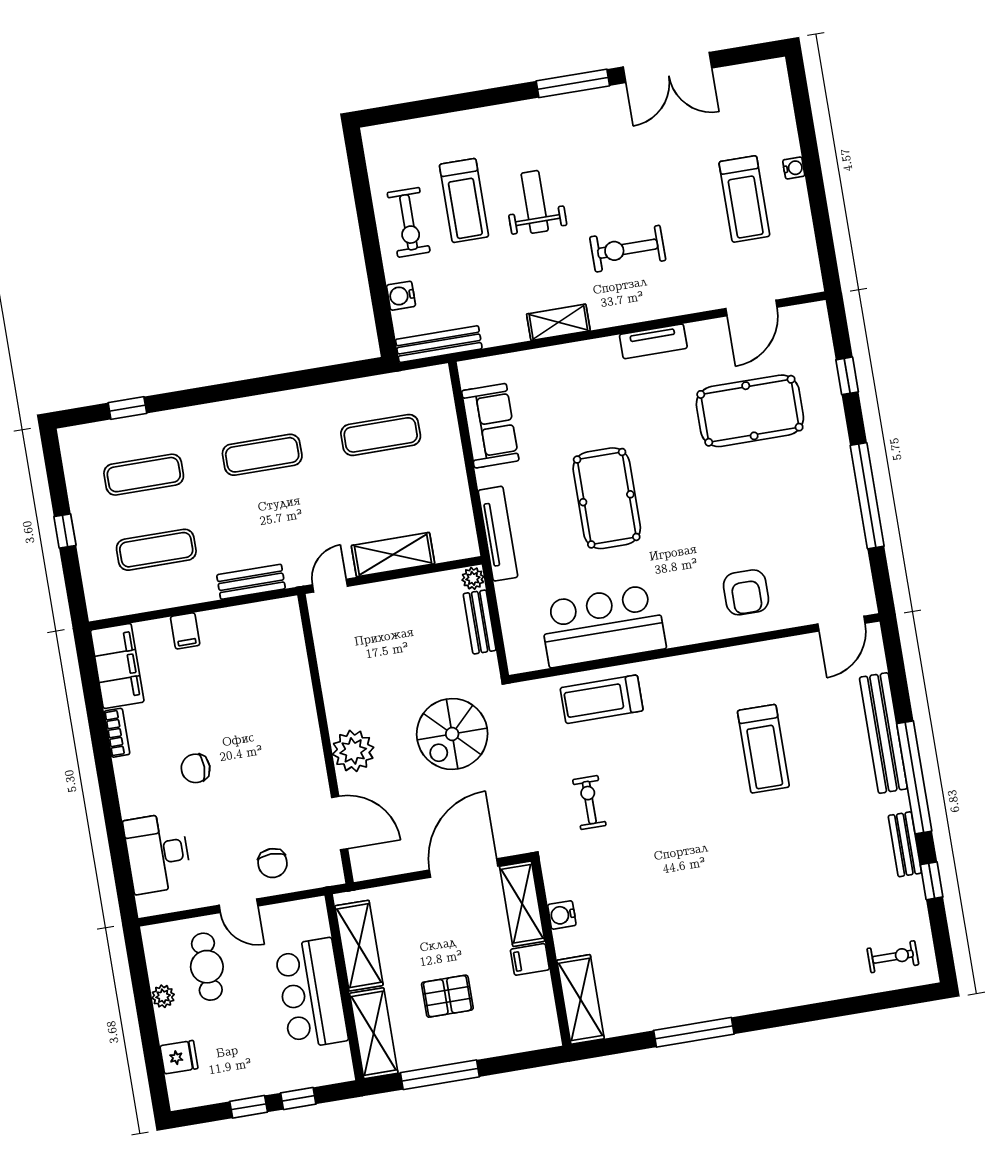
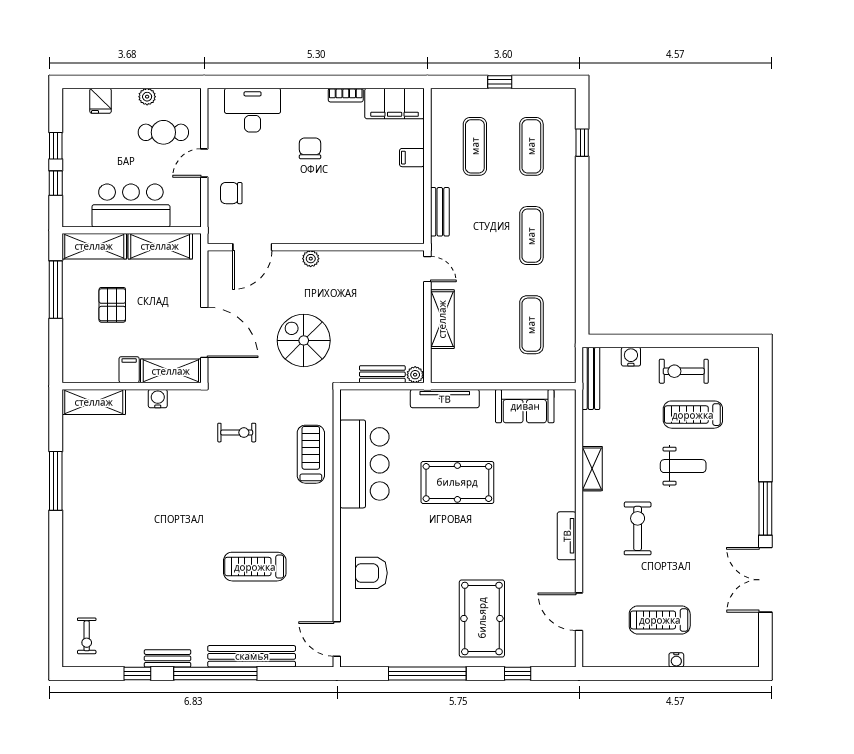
pool table: (750, 411) -> (482, 618), moved
plant: (353, 751) -> (311, 259), width x0.53, depth x0.53

